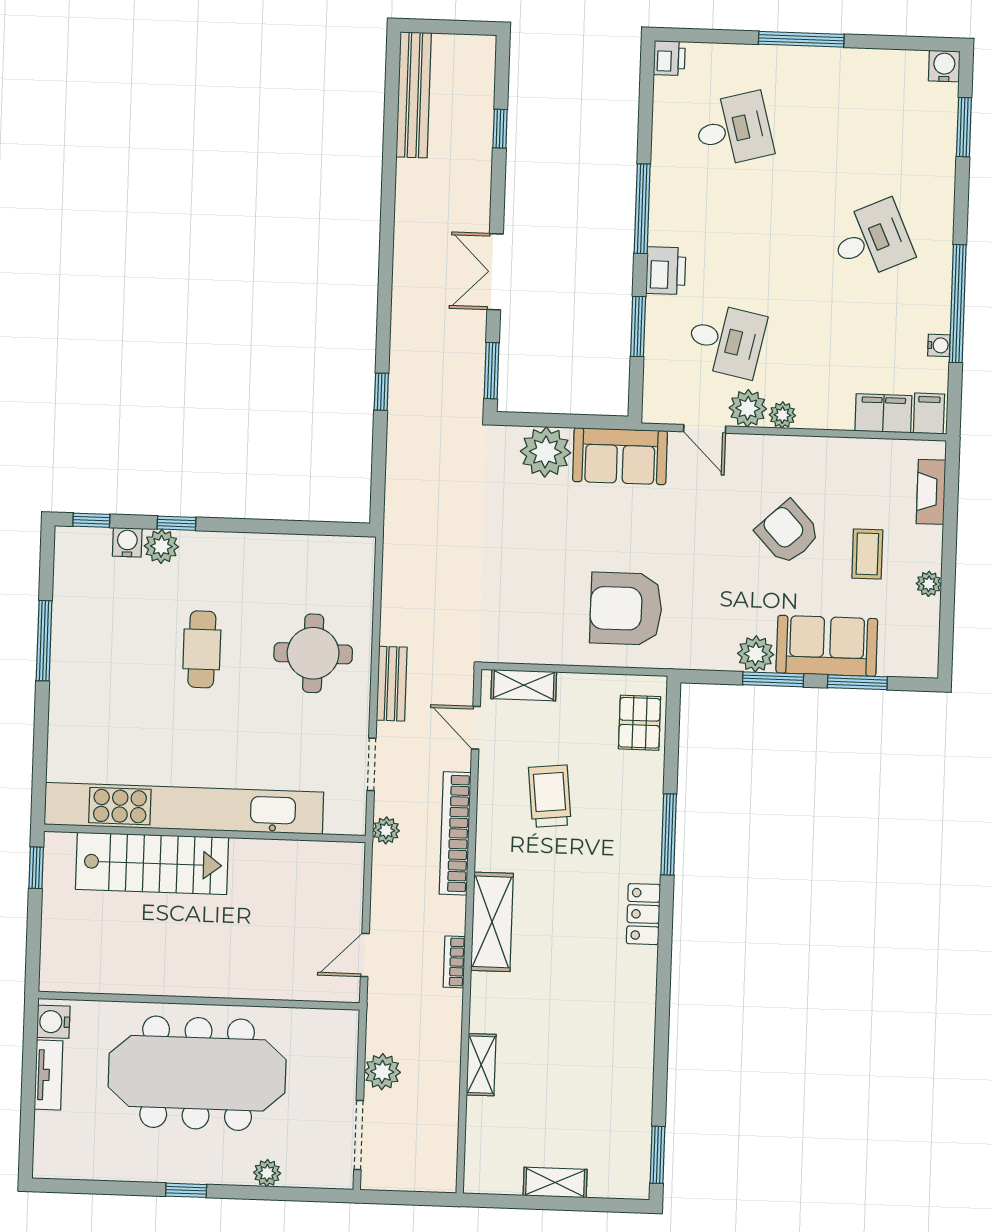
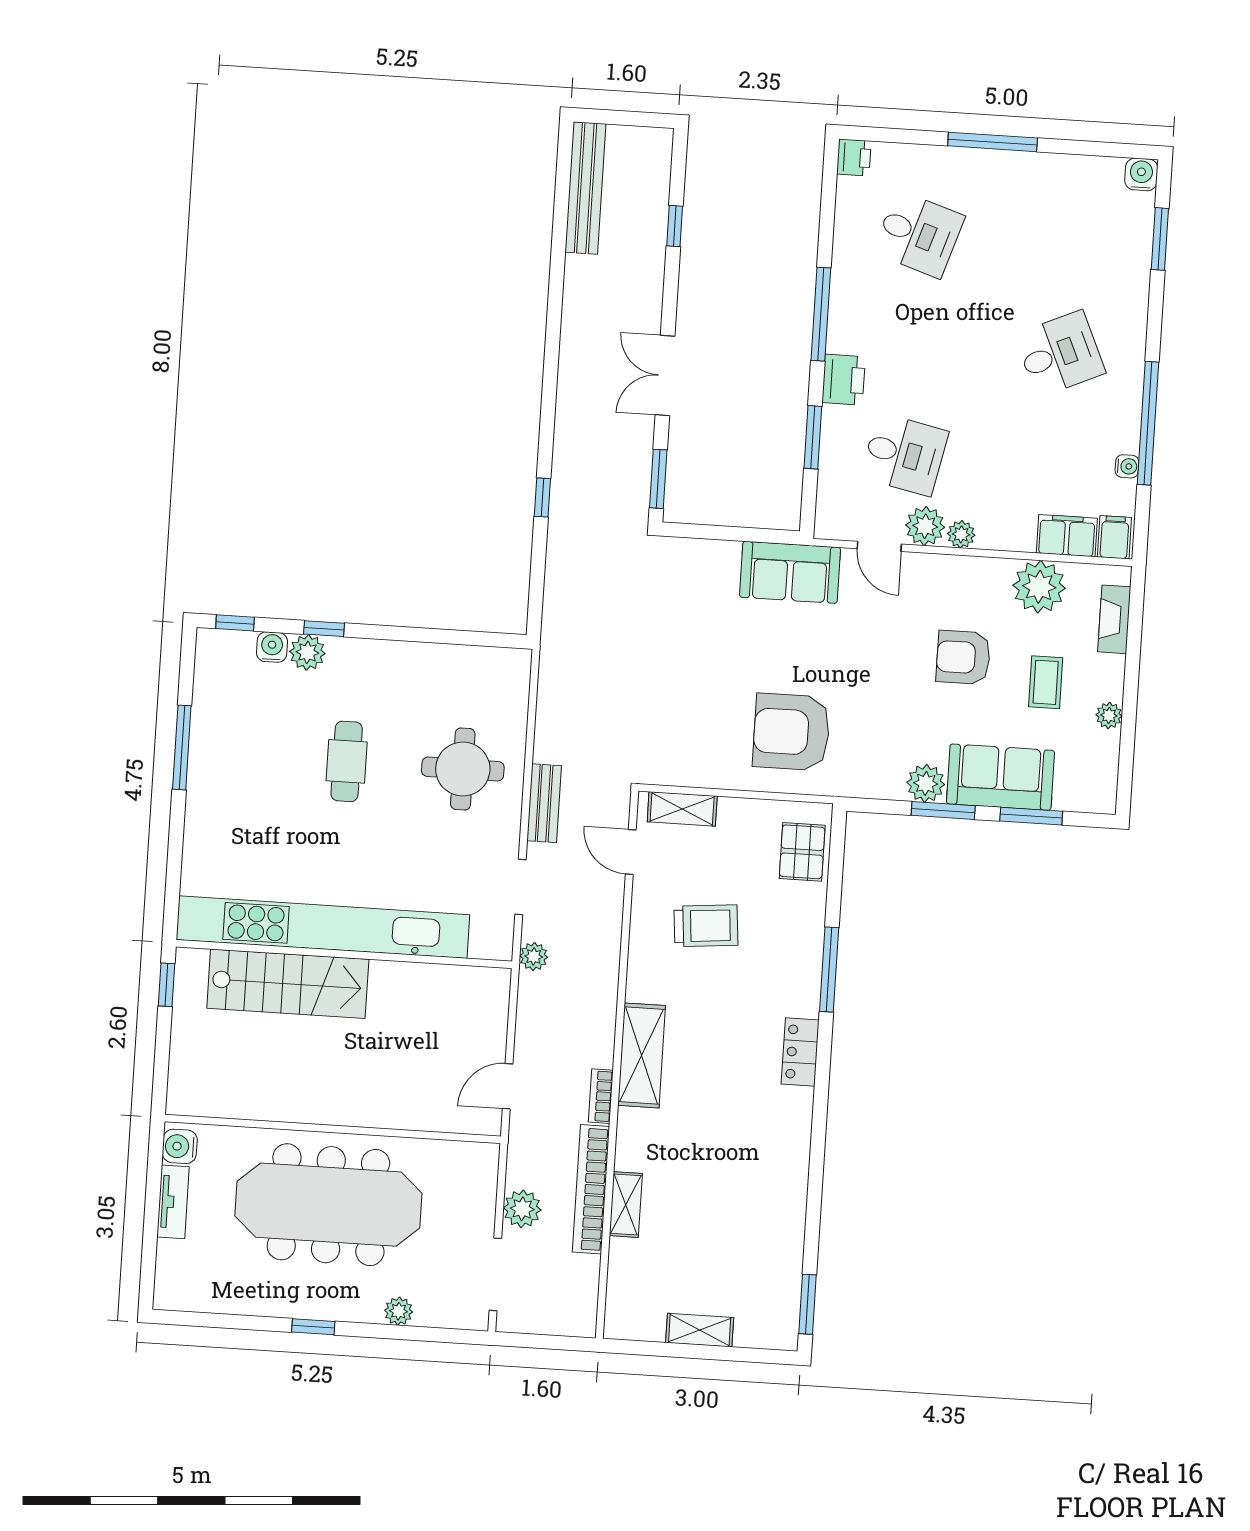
desk: (733, 130) -> (919, 234), turned 33
plant: (546, 452) -> (1039, 587), moved
armchair: (788, 533) -> (963, 657), turned -47
trolley: (550, 796) -> (706, 926), turned 91
bookcase: (455, 833) -> (591, 1189), moved

